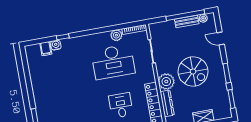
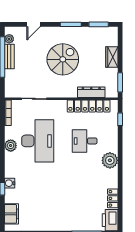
plant: (116, 35) -> (11, 146), moved
water cooler: (56, 45) -> (10, 183), moved
filing cabinet: (46, 49) -> (11, 214), width x2.00
plant: (166, 82) -> (68, 89), removed

